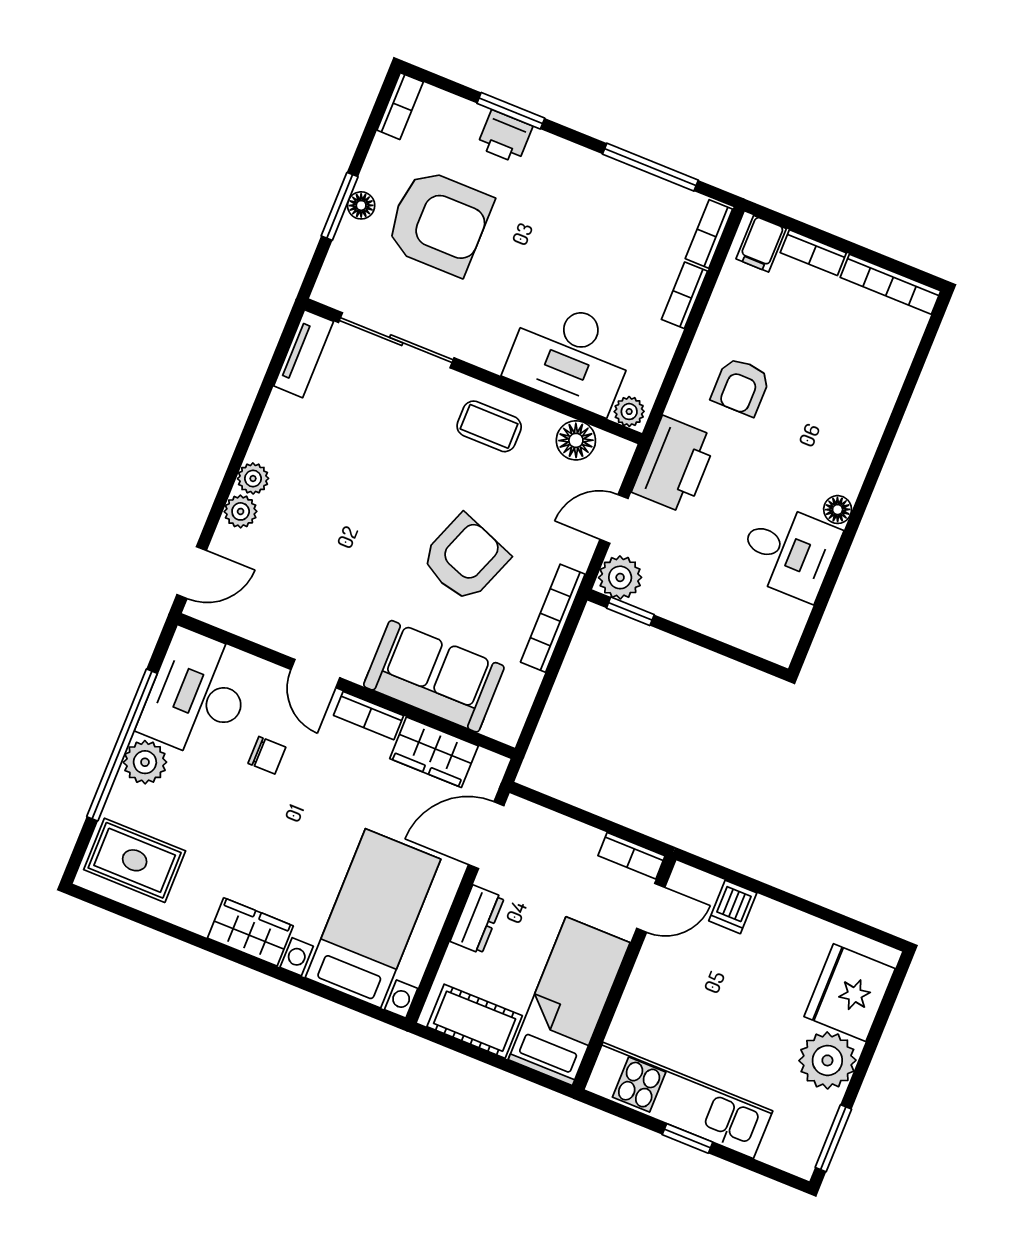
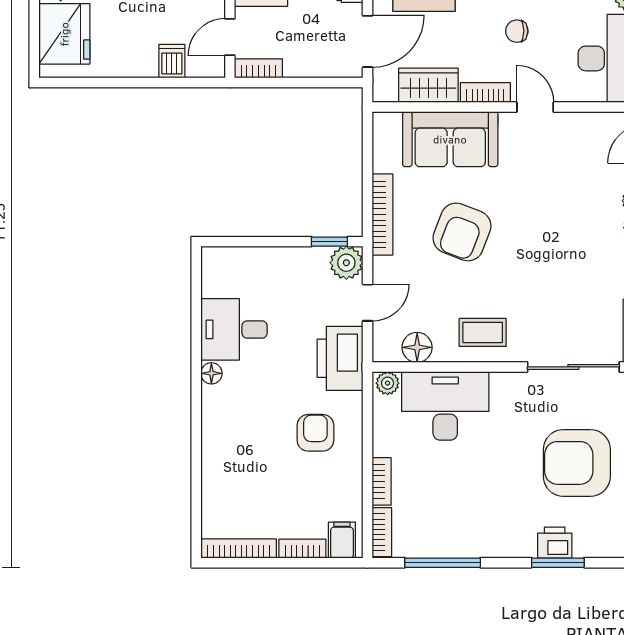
chair: (267, 755) -> (517, 31), moved

